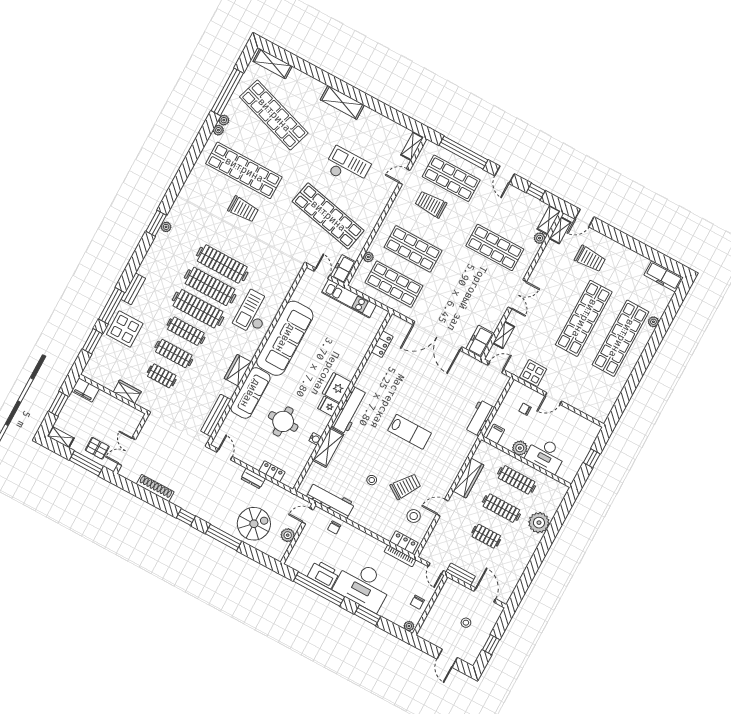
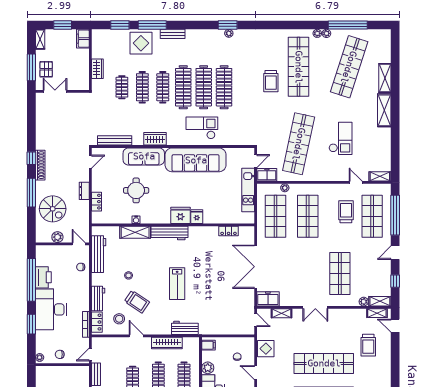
shelving: (273, 64) -> (385, 78), moved
fridge: (328, 406) -> (197, 217), moved
workbench: (479, 418) -> (185, 328), moved
shoe rack: (155, 488) -> (40, 165), moved
workbench: (379, 527) -> (98, 299), added

